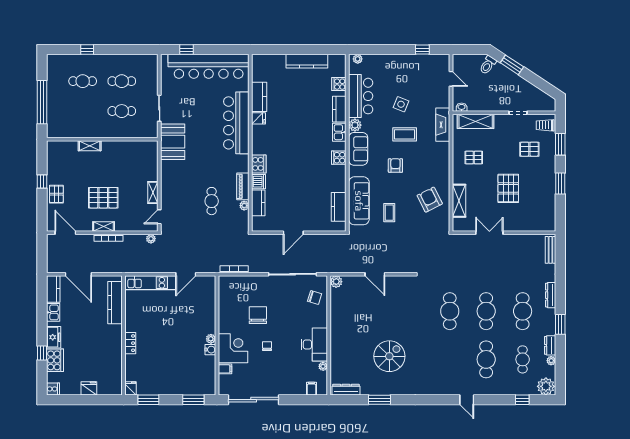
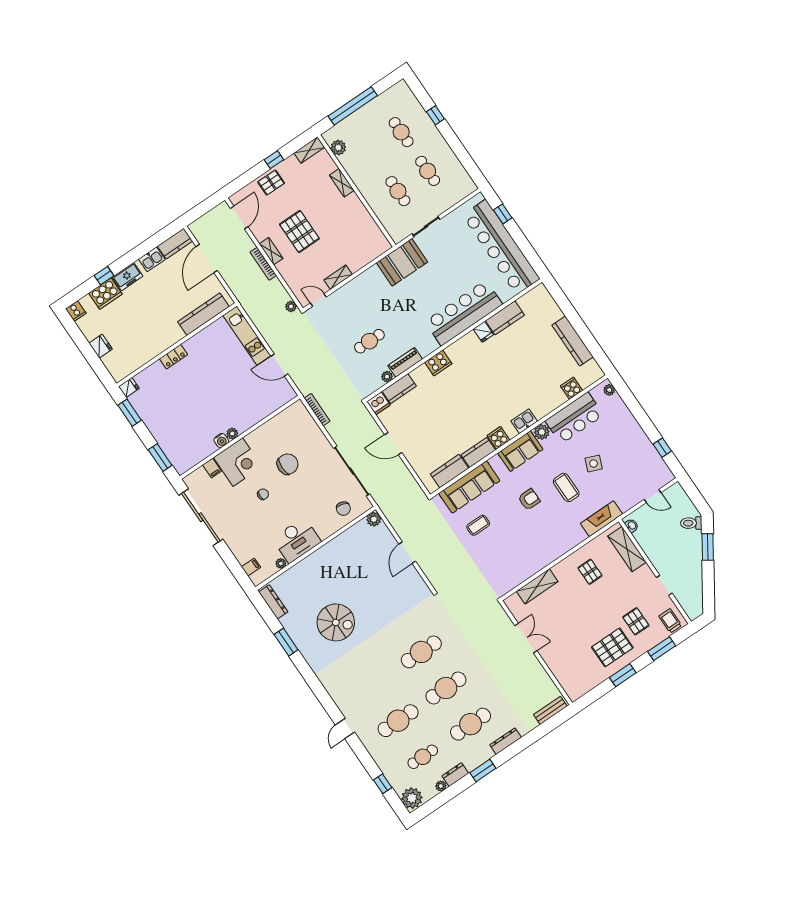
door: (451, 79) -> (653, 496), hinge flipped
kitchen counter: (339, 109) -> (478, 453), moved
plant: (64, 132) -> (338, 148), added
shelving: (52, 153) -> (309, 150), added
dishwasher: (259, 182) -> (378, 403), moved
pallet: (508, 188) -> (612, 647), moved
armchair: (430, 200) -> (518, 557), removed

